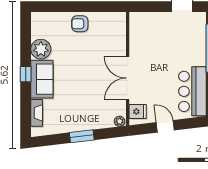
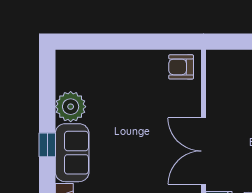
armchair: (80, 24) -> (181, 67), moved

